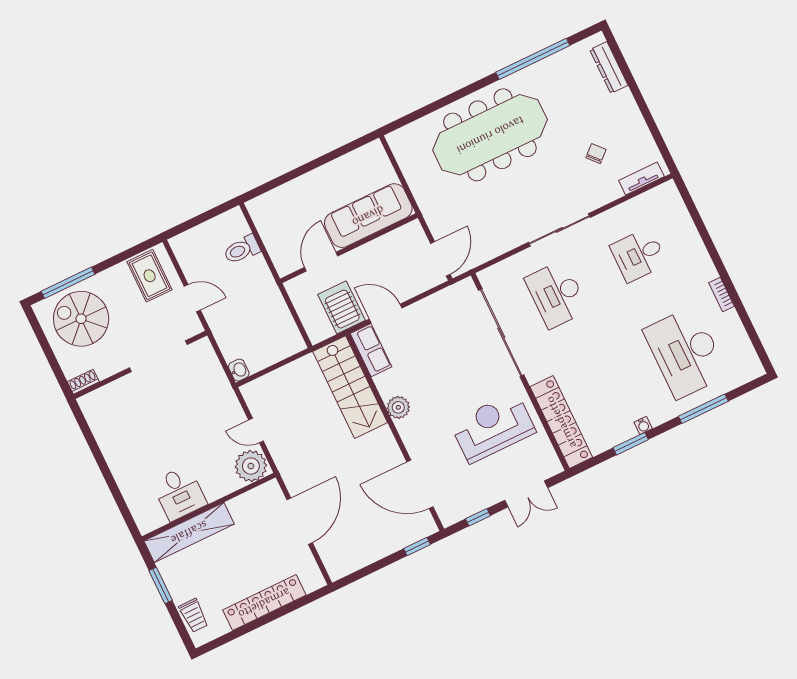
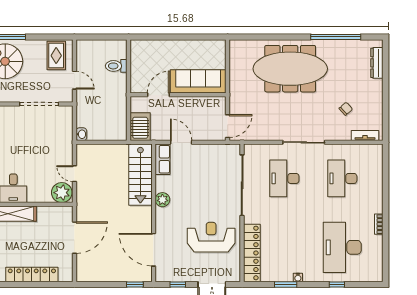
desk: (639, 255) -> (342, 178), width x1.37
server rack: (342, 307) -> (140, 127), moved
window: (703, 409) -> (337, 285), width x0.46

